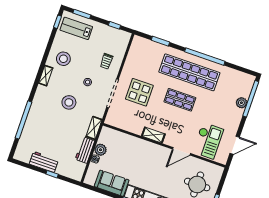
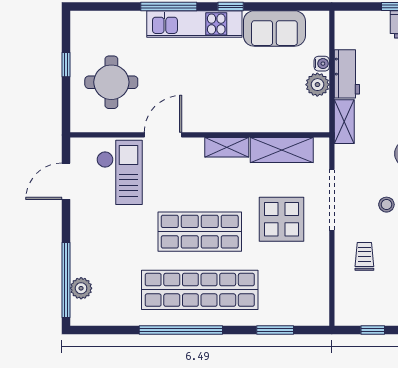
shop shelf: (180, 100) -> (200, 232), width x1.43, depth x1.36
plant: (241, 103) -> (81, 288), moved
shelving: (128, 125) -> (282, 150), added
checkout: (208, 141) -> (119, 172), turned 180

